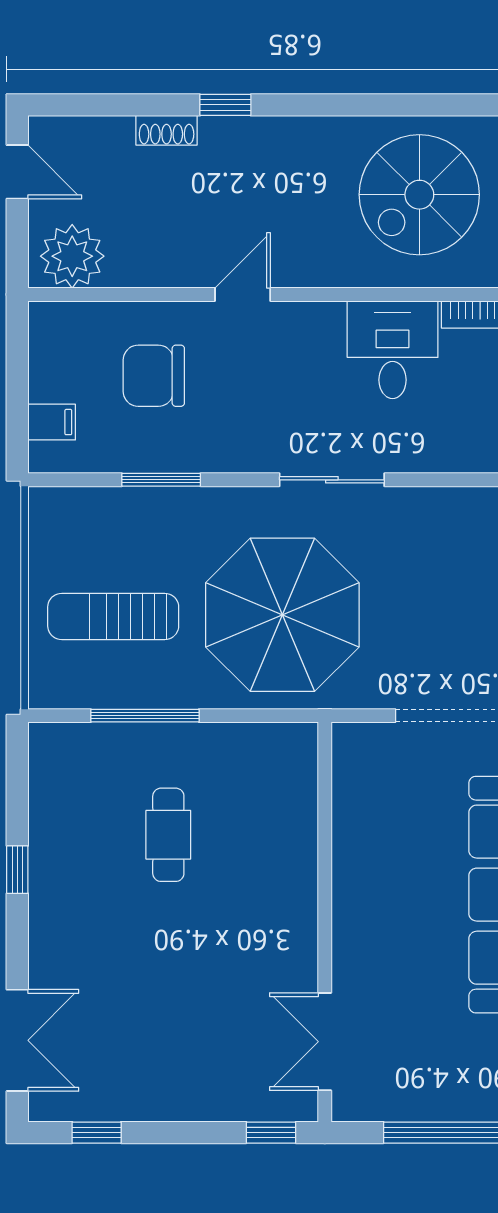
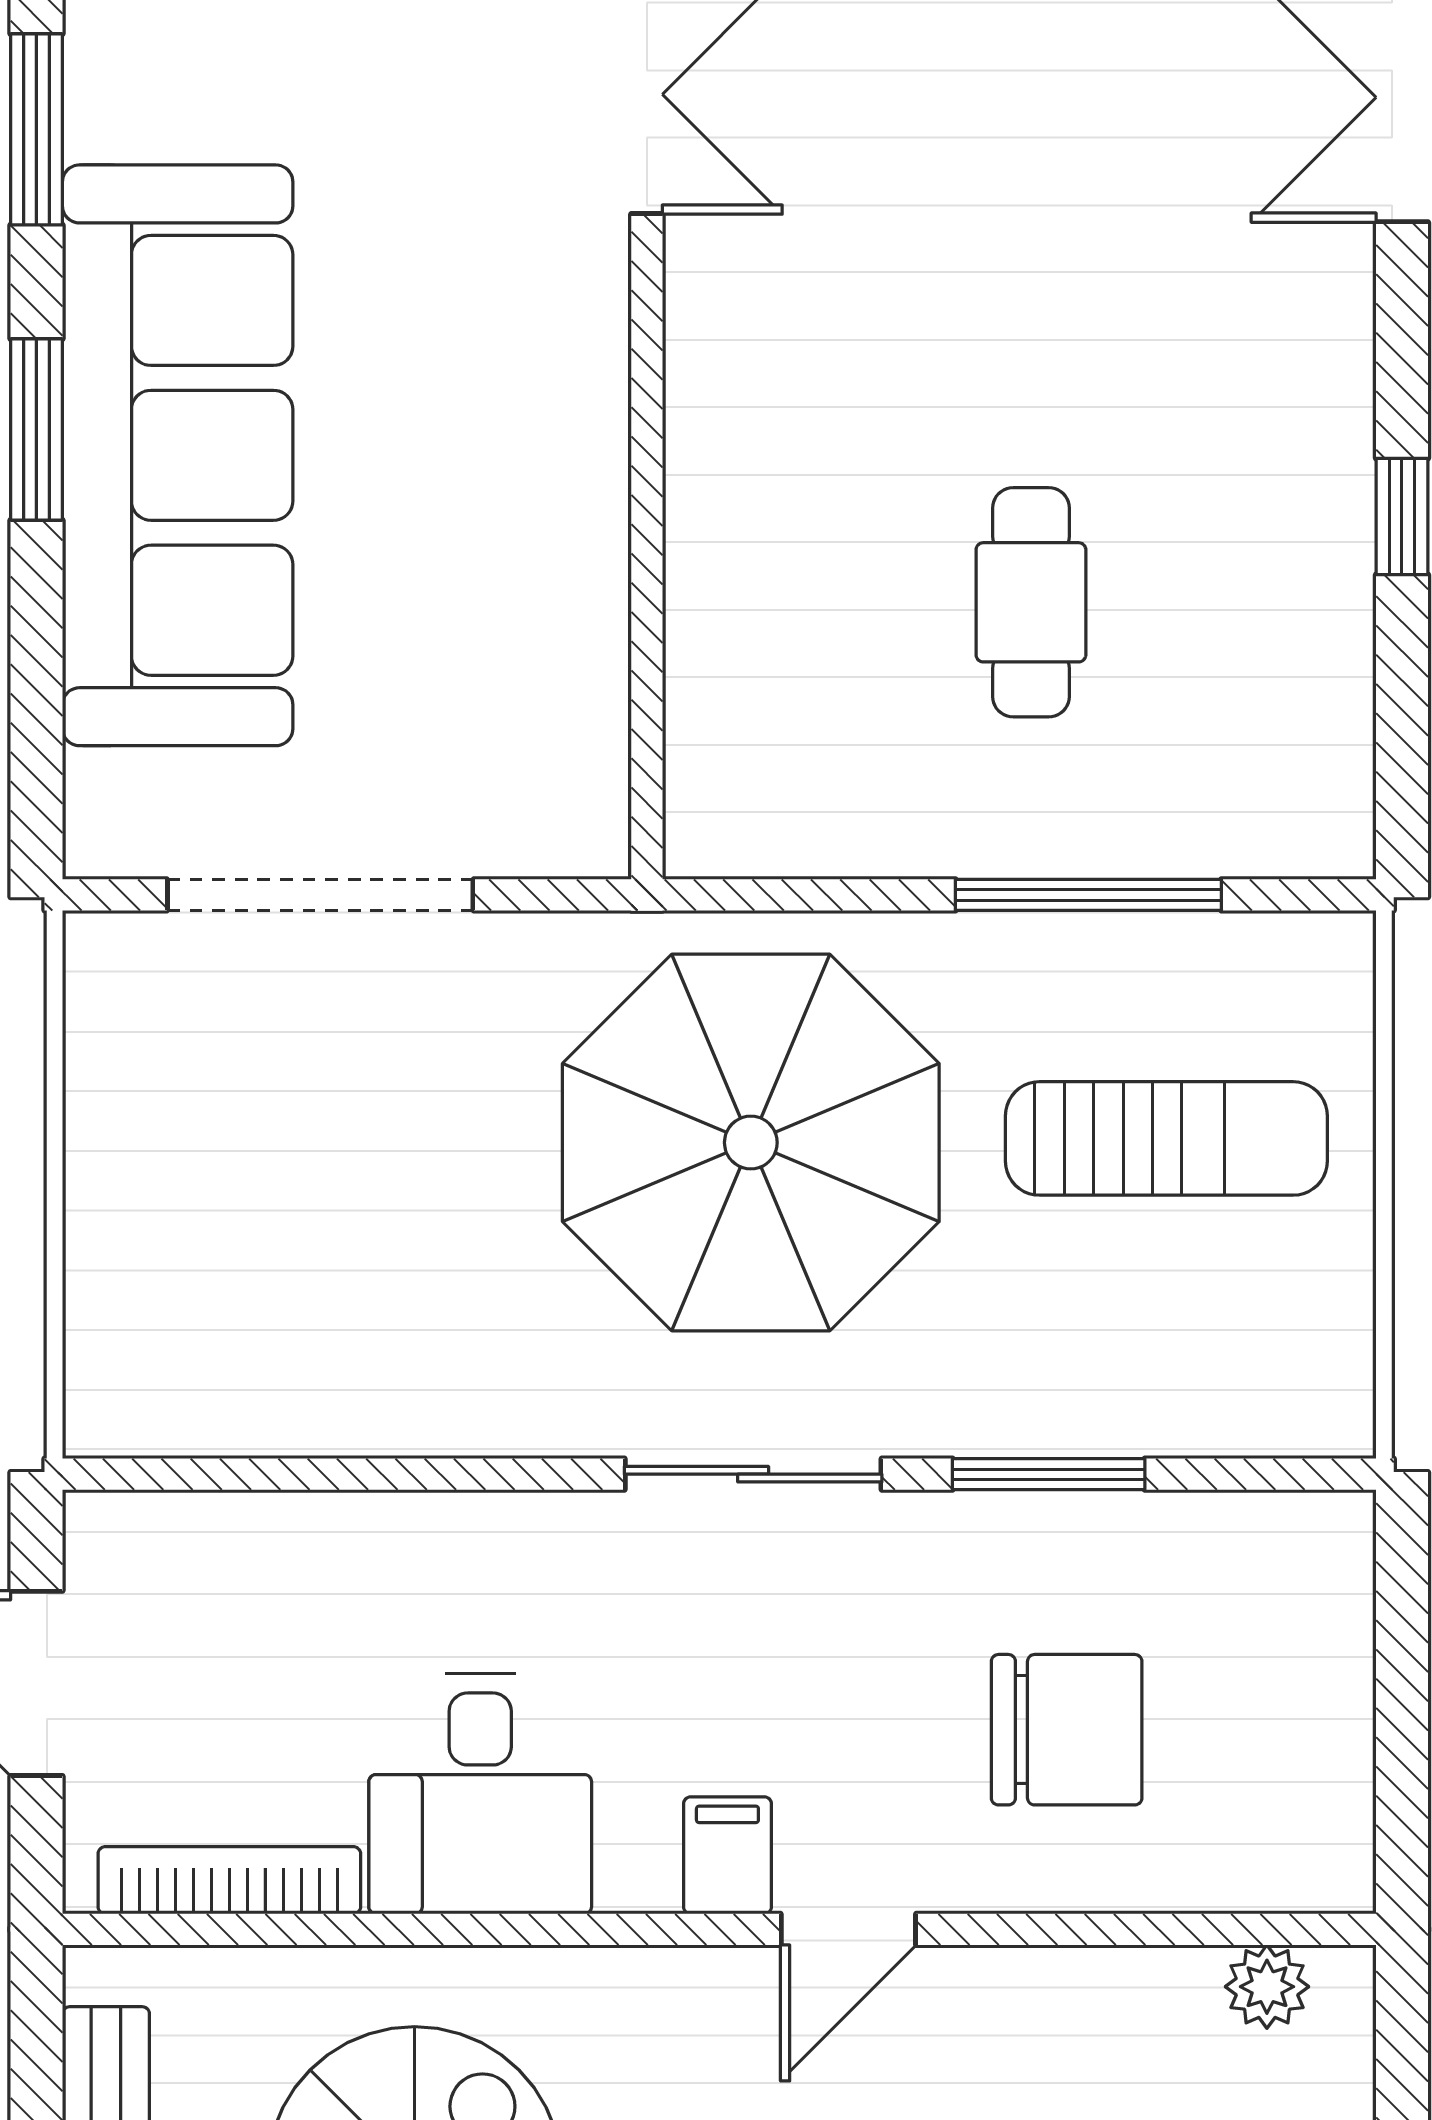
plant: (72, 256) -> (1267, 1987), width x0.53, depth x0.53
filing cabinet: (52, 422) -> (727, 1855), moved, turned 90
sliding door: (332, 480) -> (753, 1474), moved

